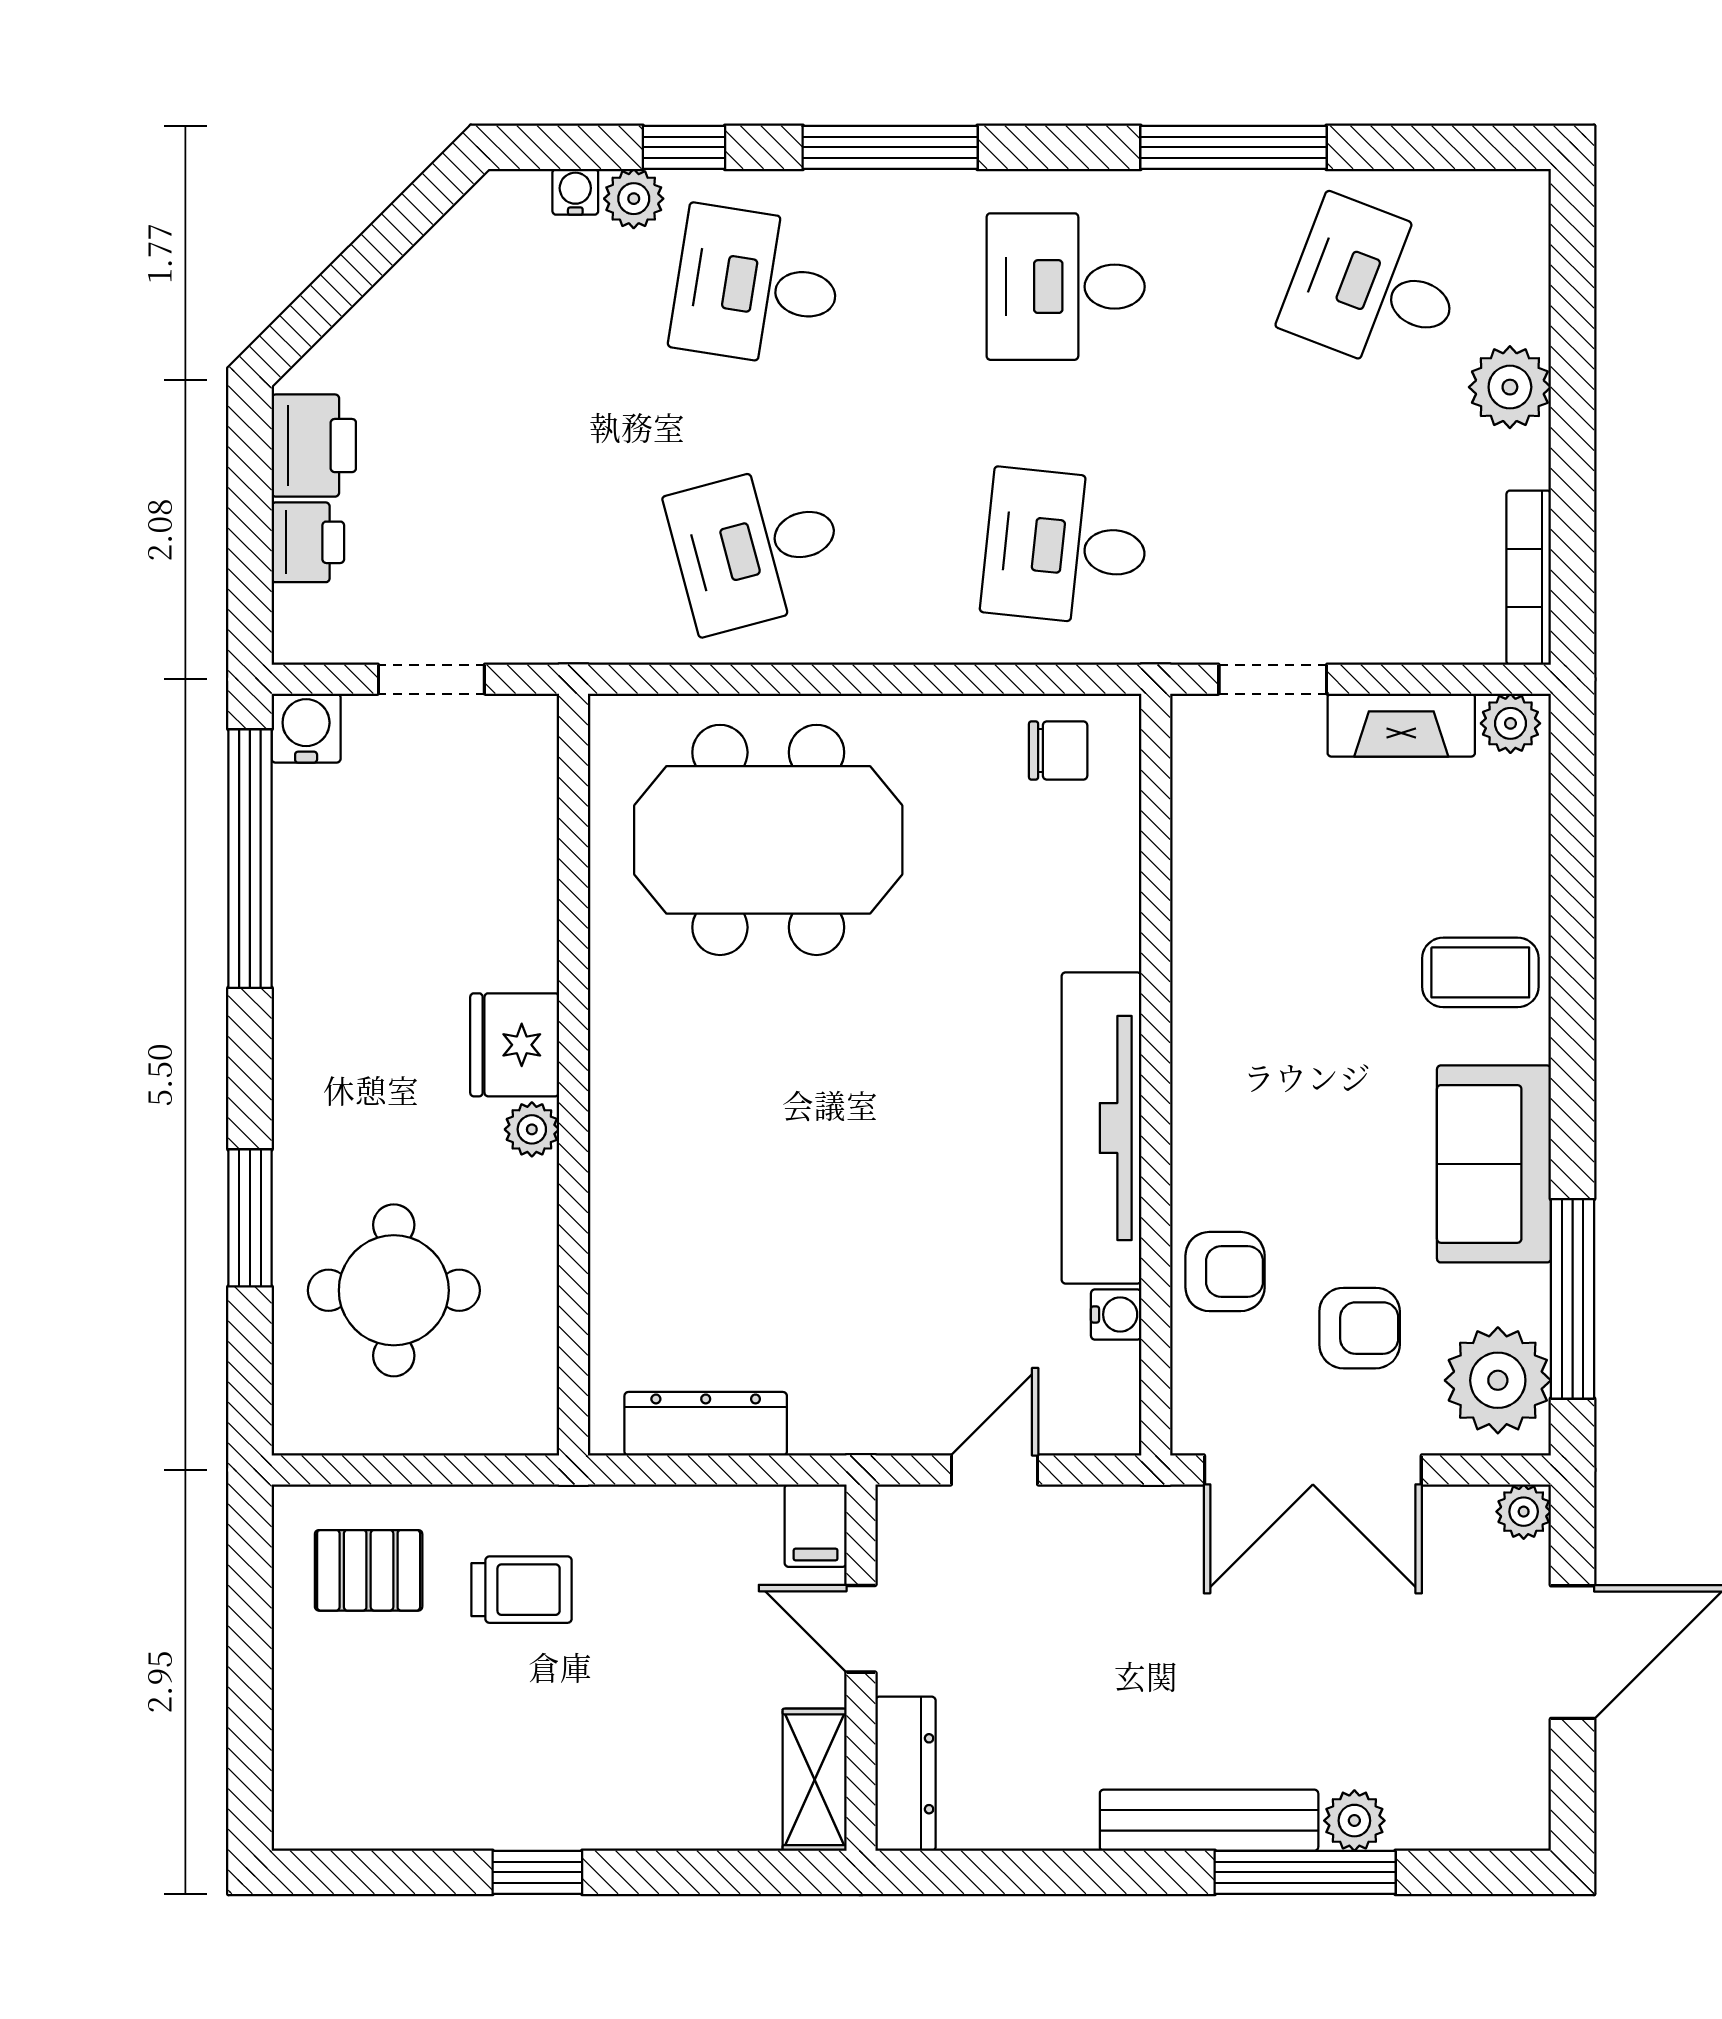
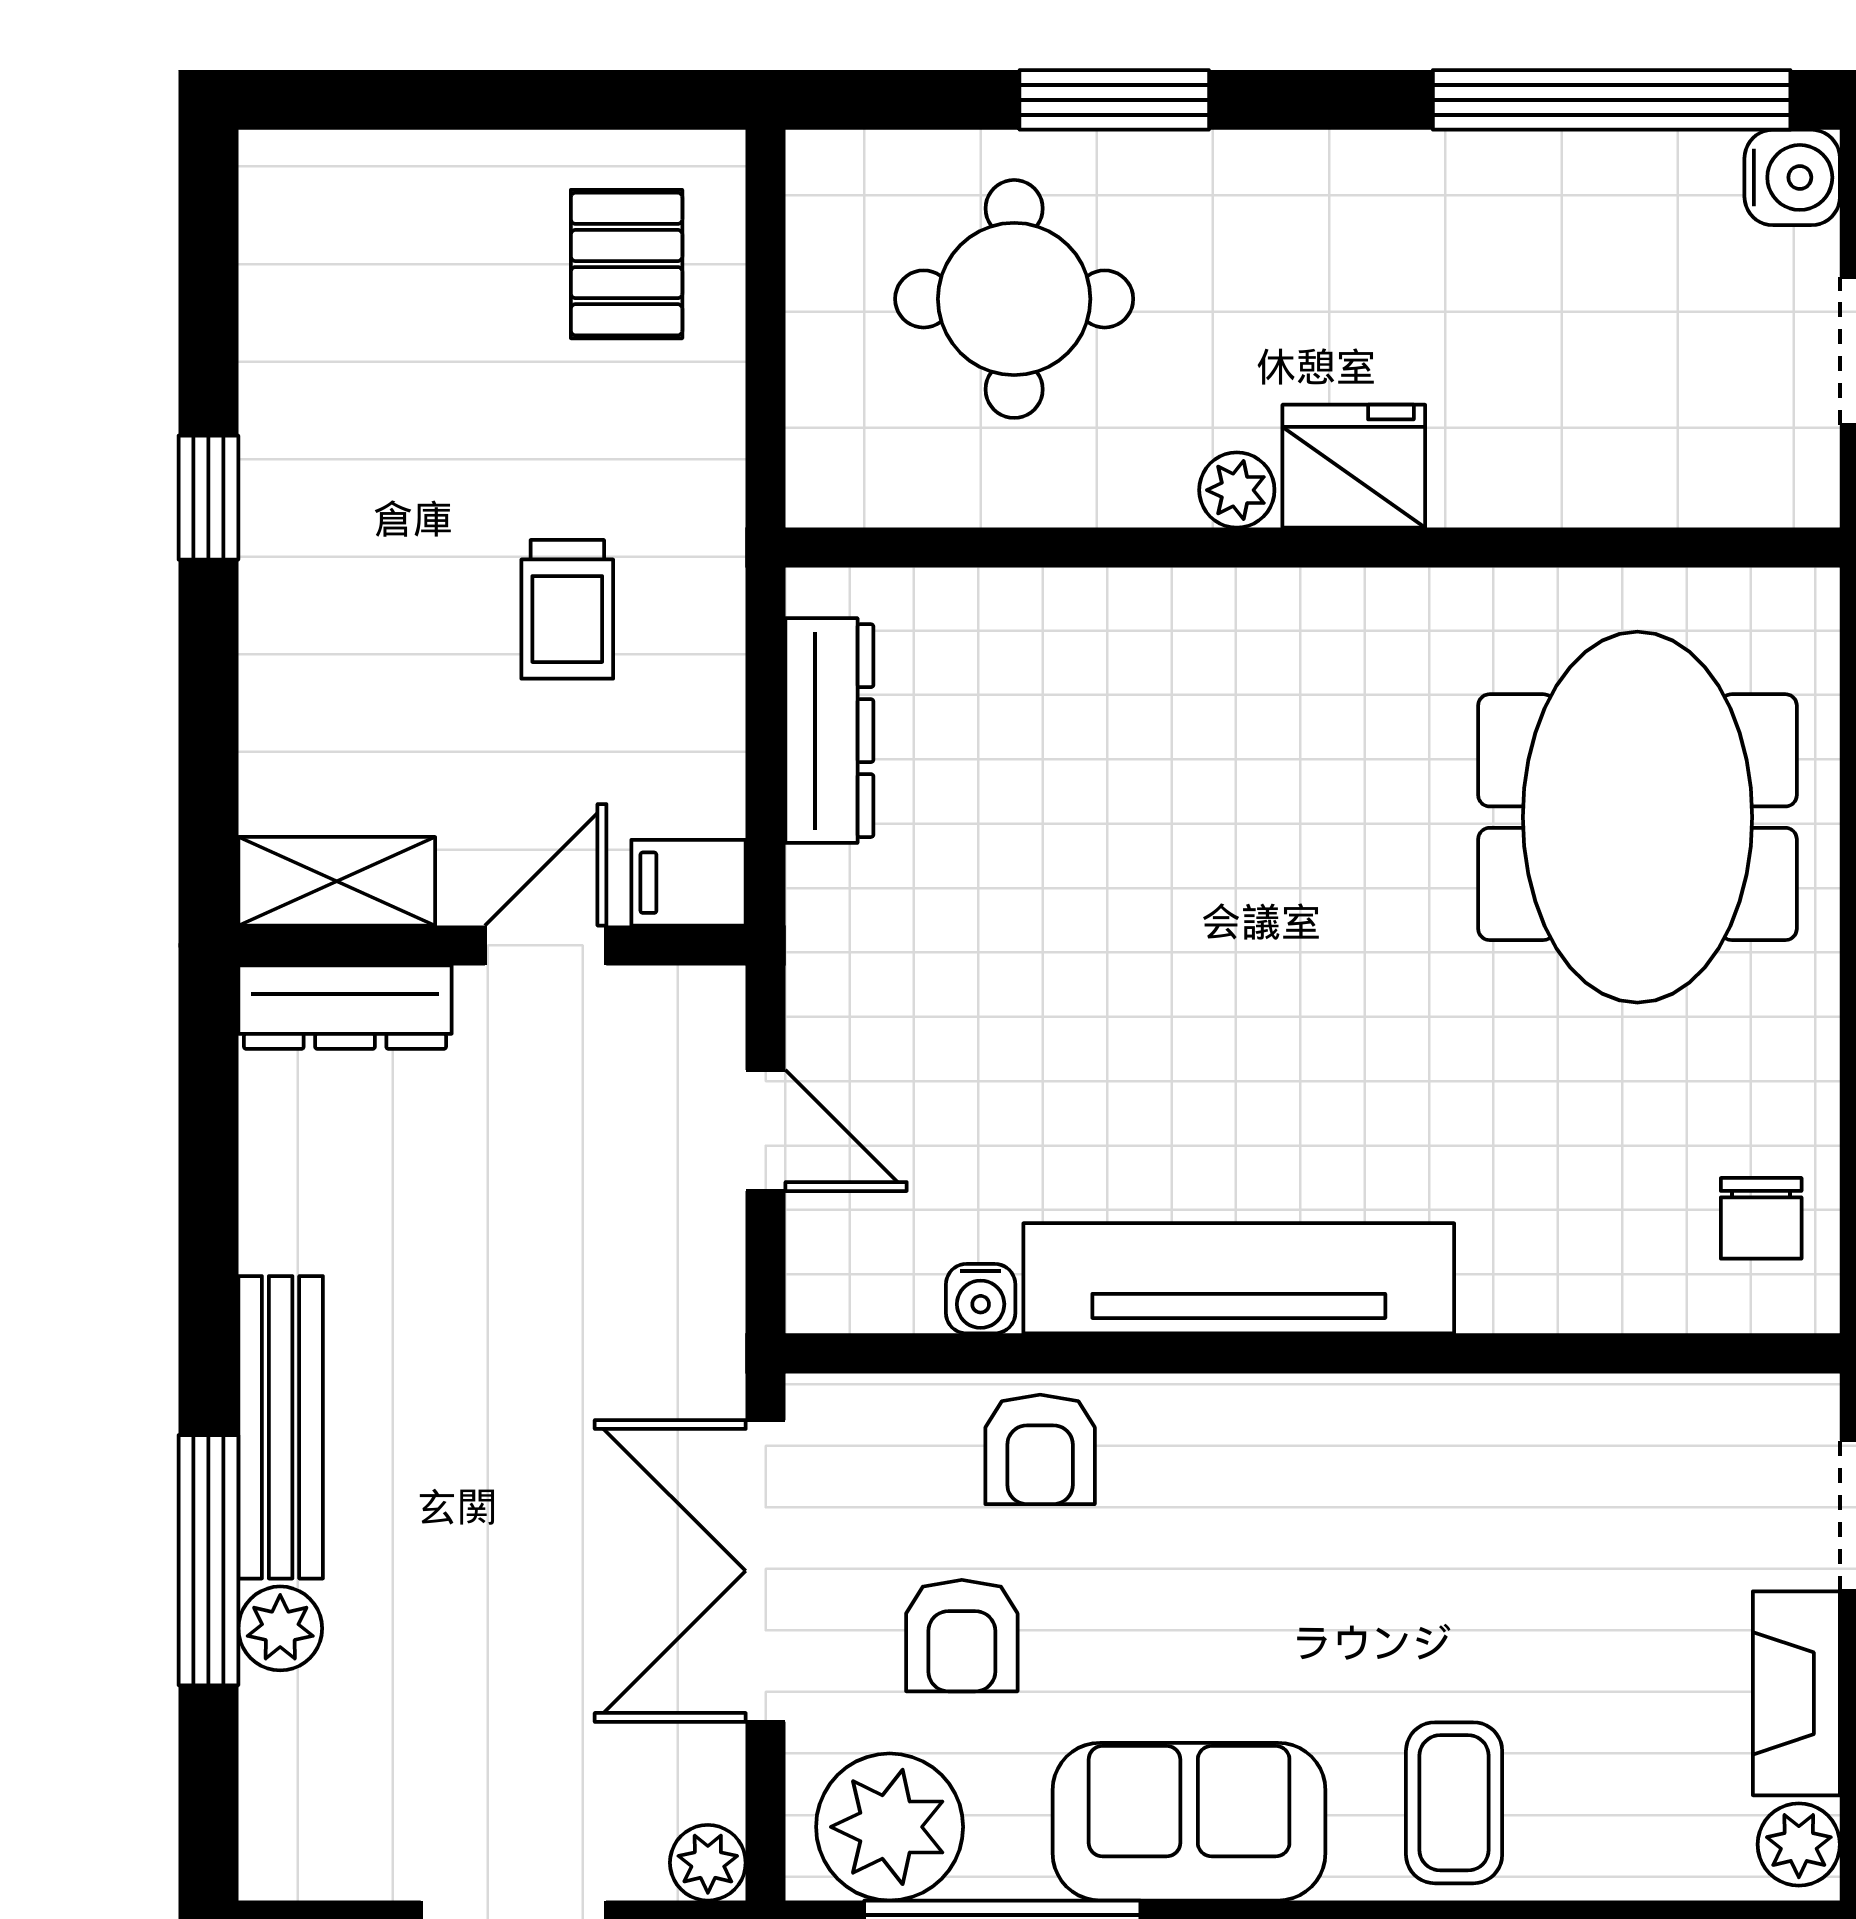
trolley: (522, 1590) -> (567, 609), moved

